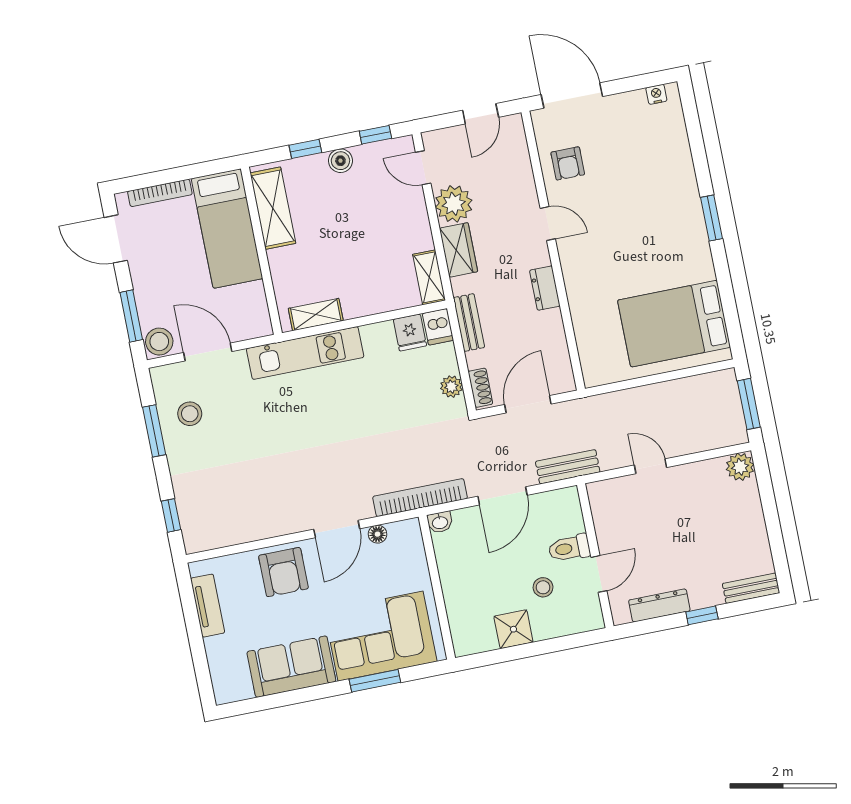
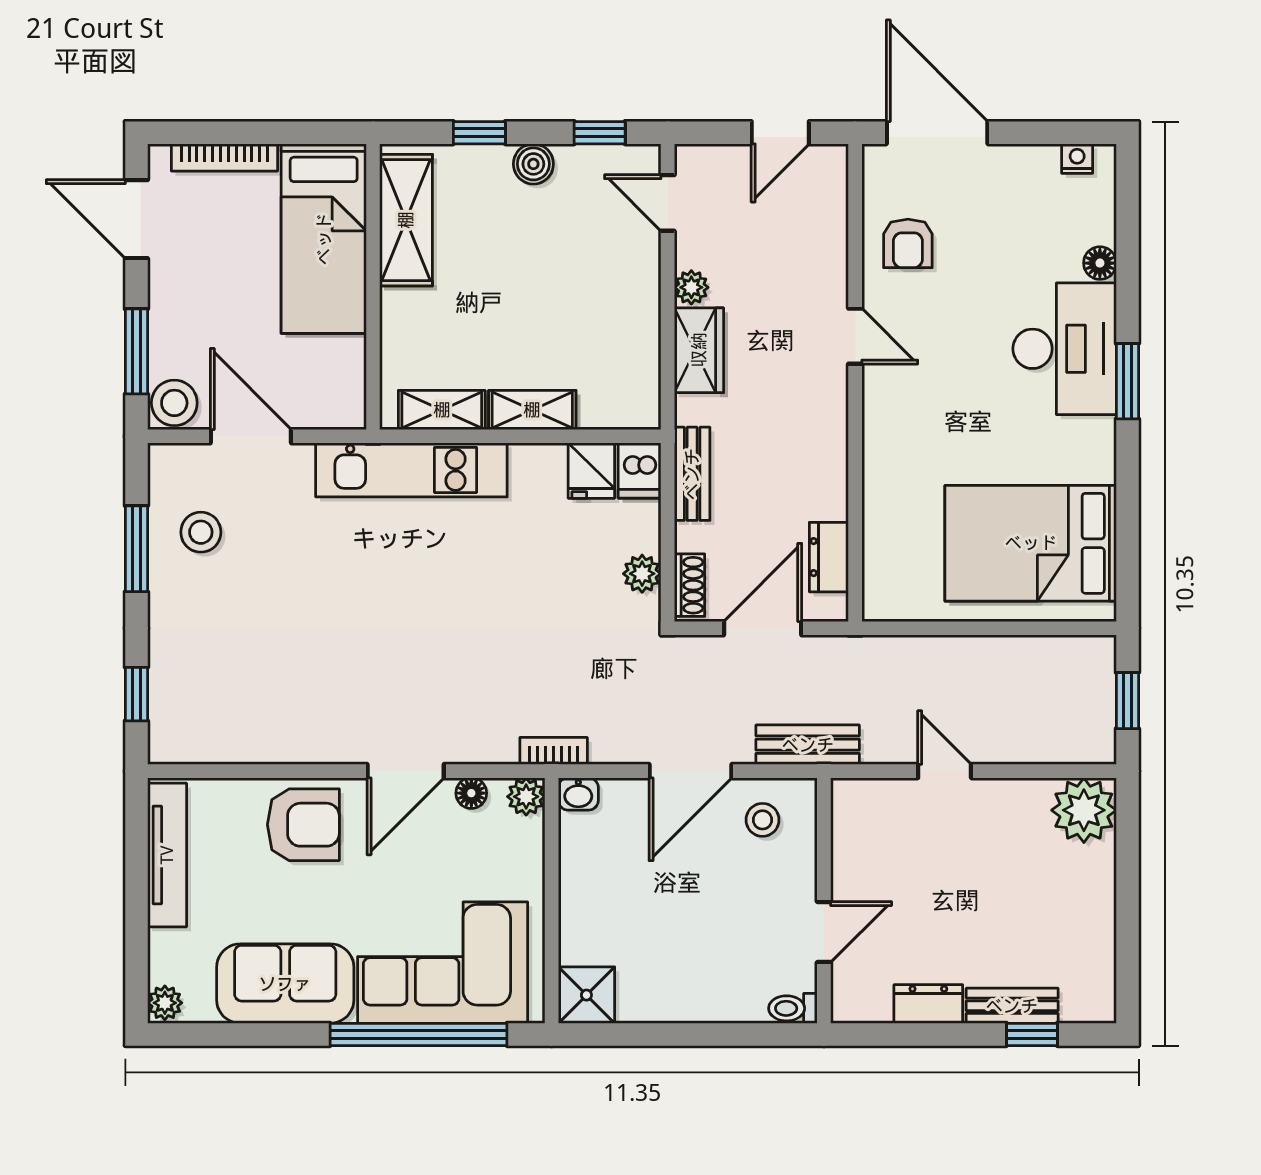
floor lamp: (682, 152) -> (1100, 263), added
plant: (454, 204) -> (691, 287), width x0.53, depth x0.53
desk: (671, 206) -> (1065, 349), added
shelving: (429, 277) -> (532, 410), moved, turned 90
dresser: (545, 288) -> (829, 557), moved
window: (749, 404) -> (1127, 701), width x0.67
plant: (740, 467) -> (1084, 810), width x1.36, depth x1.36
bookcase: (420, 498) -> (554, 751), width x0.43, depth x0.76
plant: (410, 530) -> (526, 797), added
toilet: (569, 548) -> (793, 1008), moved, width x0.73, depth x0.72
armchair: (283, 572) -> (303, 825), turned -90
stool: (543, 587) -> (763, 820), moved
bench: (751, 588) -> (1012, 1006), moved
dresser: (659, 605) -> (928, 1004), width x0.70
tv unit: (208, 606) -> (167, 855), width x1.41
window: (702, 615) -> (1032, 1034), moved
shower: (513, 629) -> (586, 995), moved
window: (375, 681) -> (418, 1034), width x2.11
plant: (223, 692) -> (165, 1003), added

